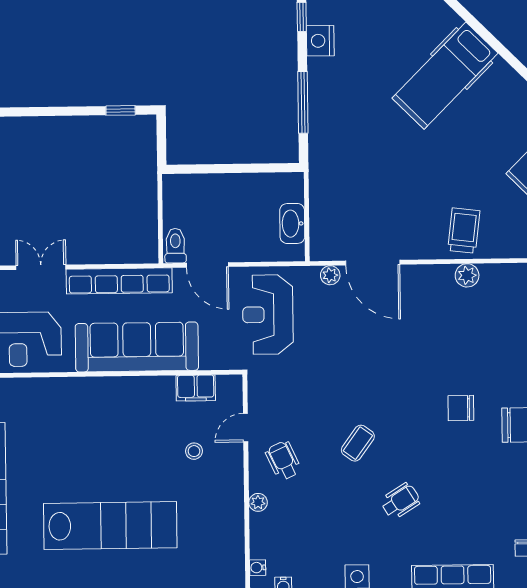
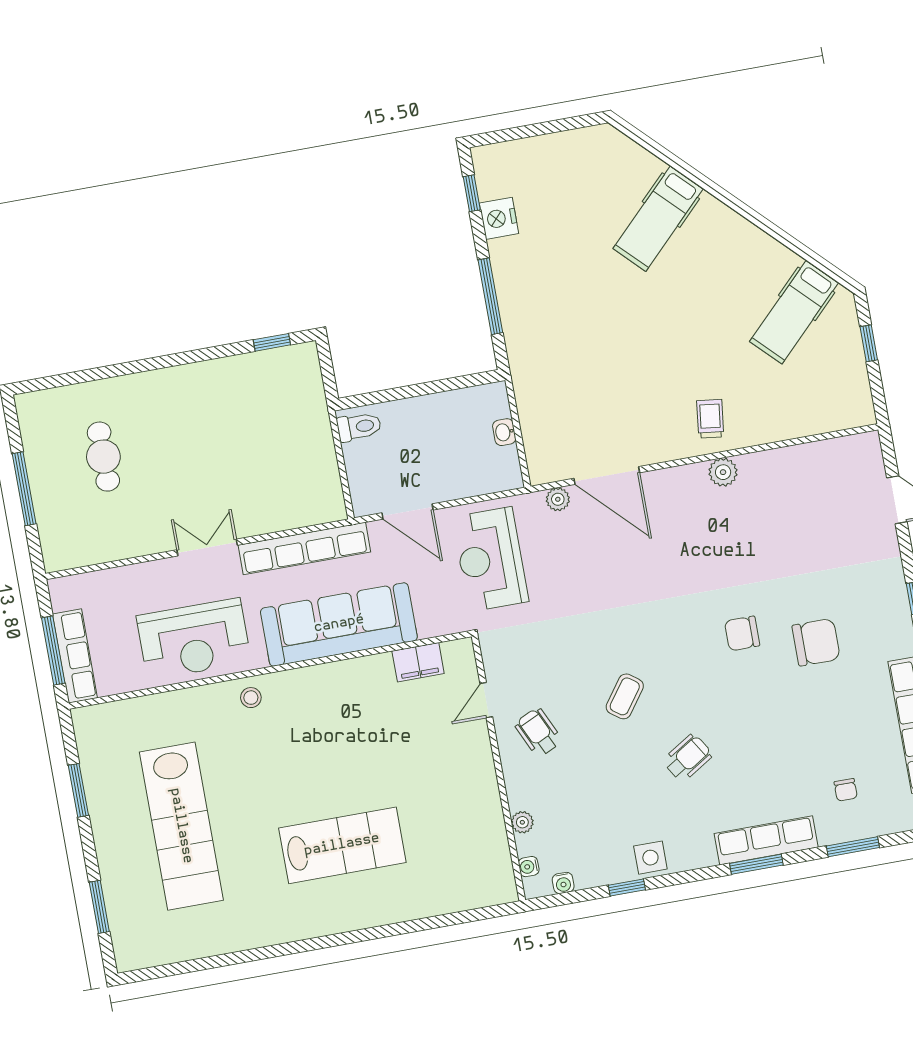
hospital bed: (445, 76) -> (658, 219), width x0.73, depth x0.78
washbasin: (292, 224) -> (504, 432), width x0.52, depth x0.69
trolley: (464, 231) -> (710, 419), width x0.73, depth x0.72
toilet: (175, 246) -> (359, 427), moved, turned 90
stool: (194, 451) -> (251, 698), moved
plant: (258, 502) -> (522, 822), moved
lab bench: (110, 526) -> (342, 845), width x0.73

